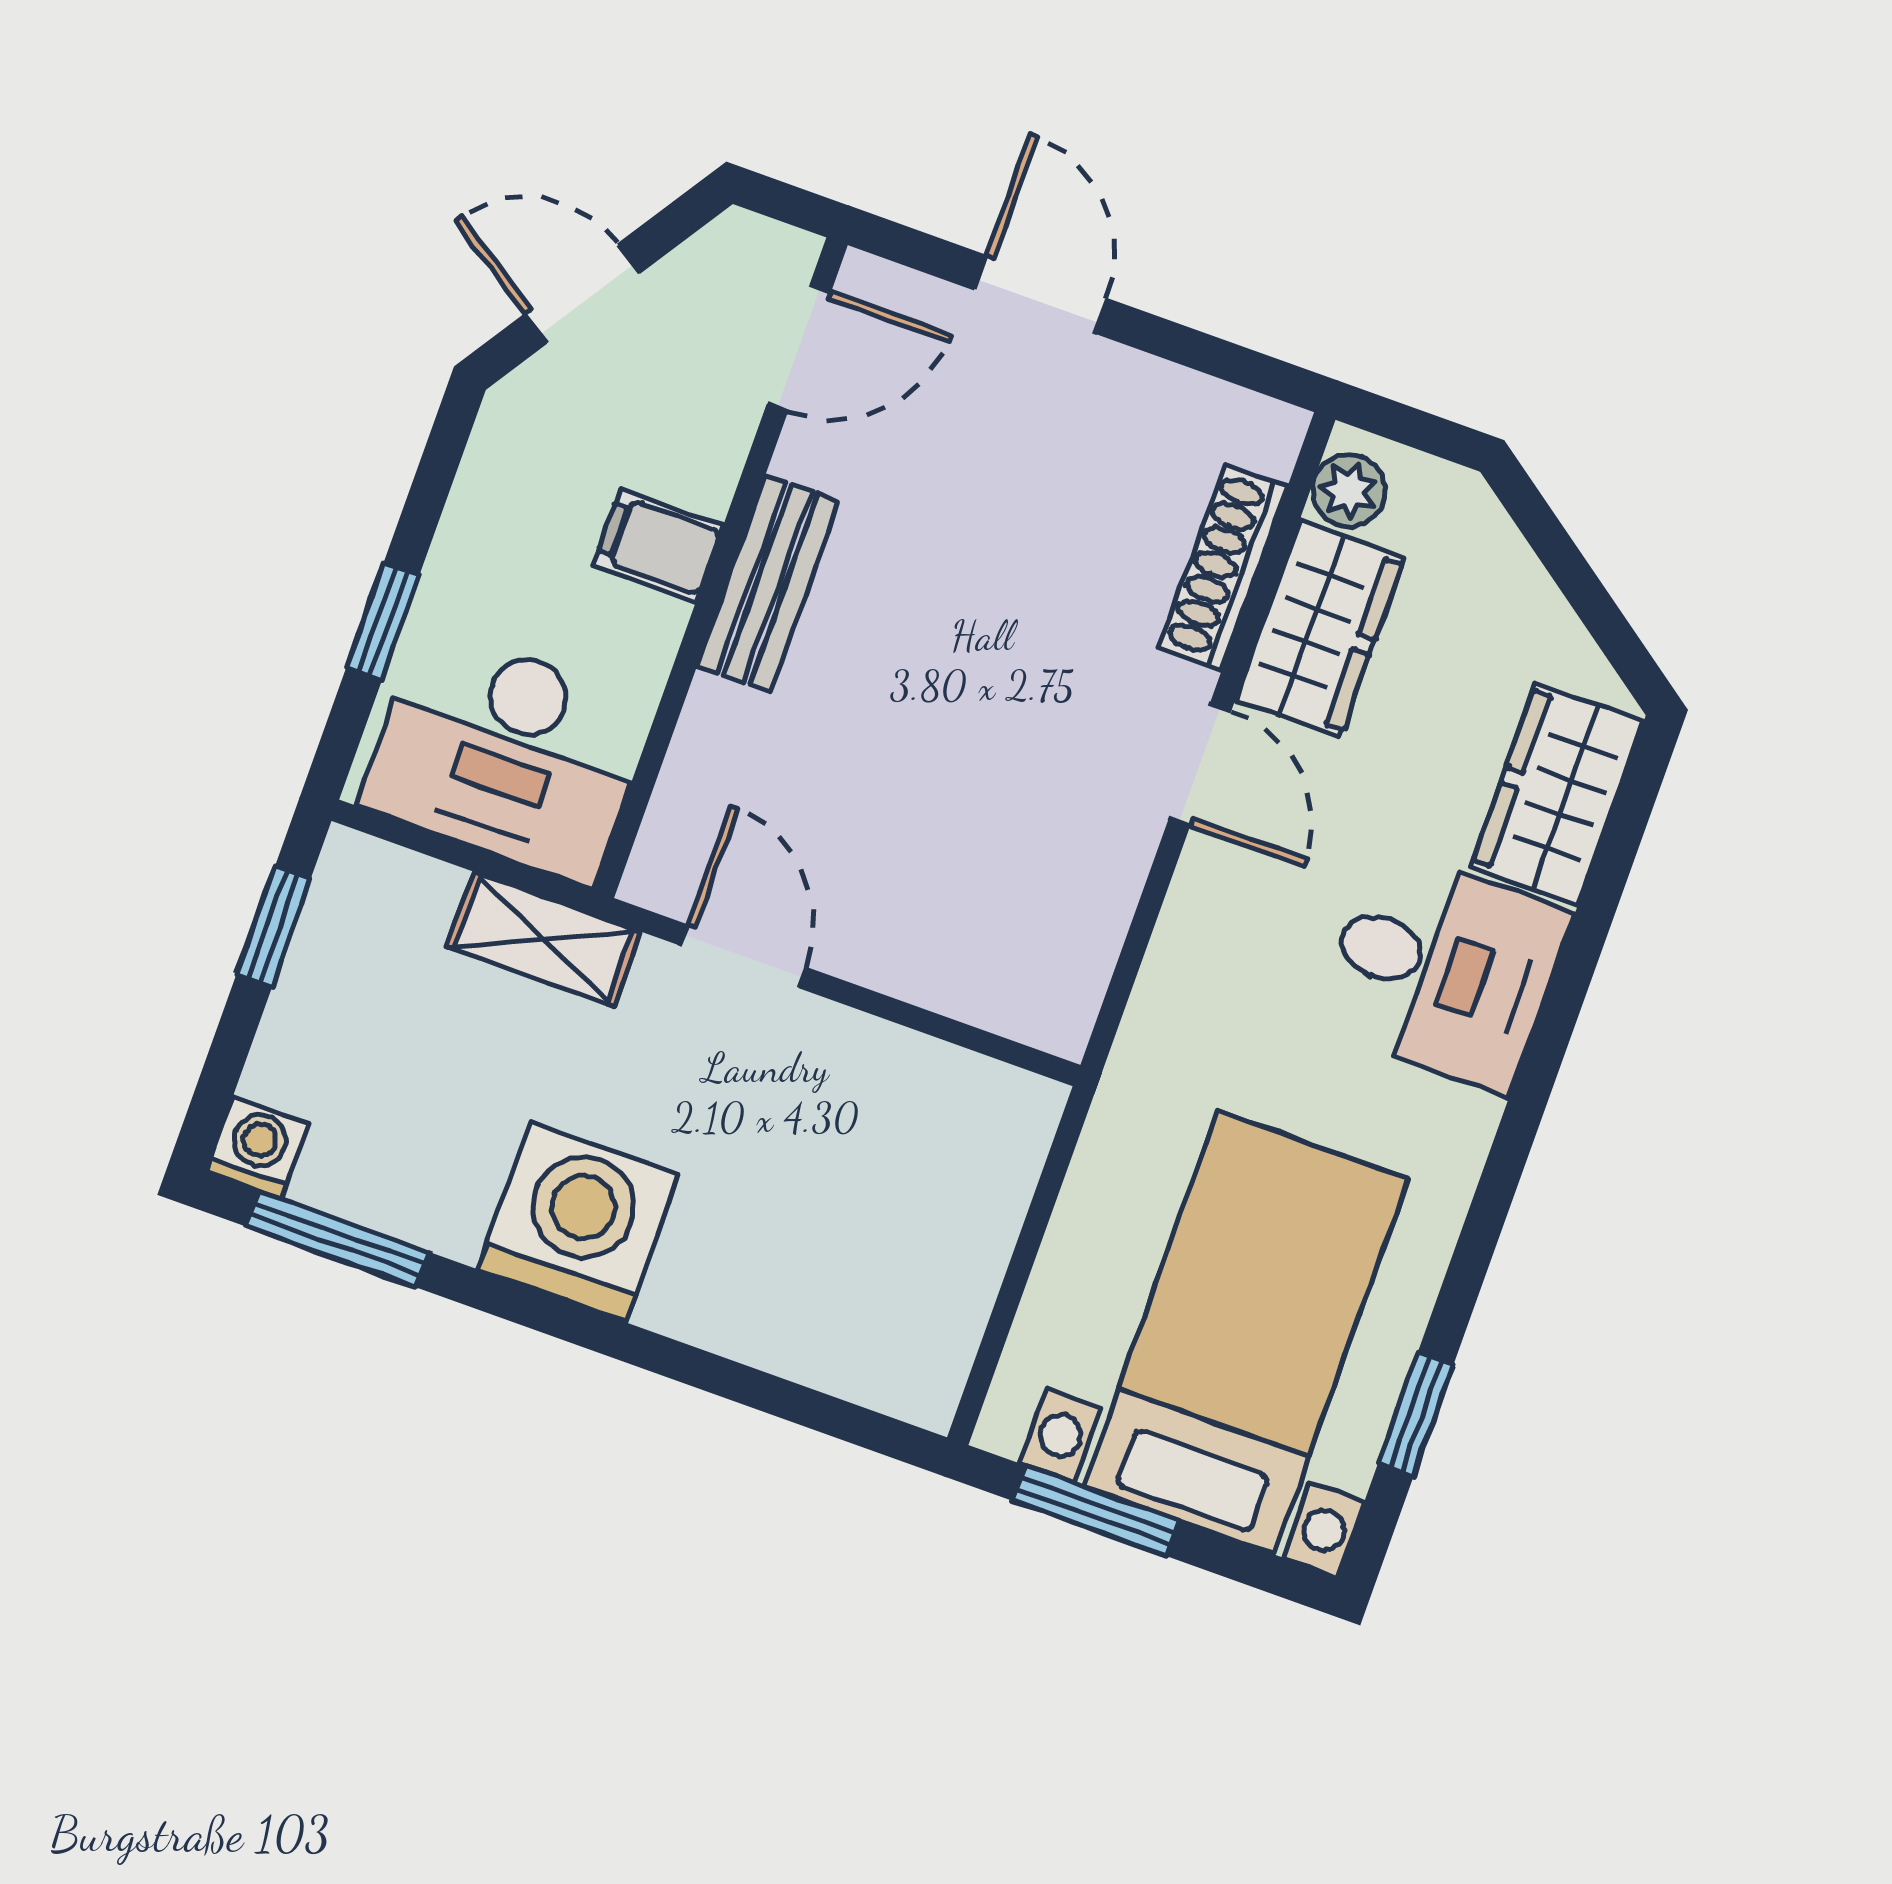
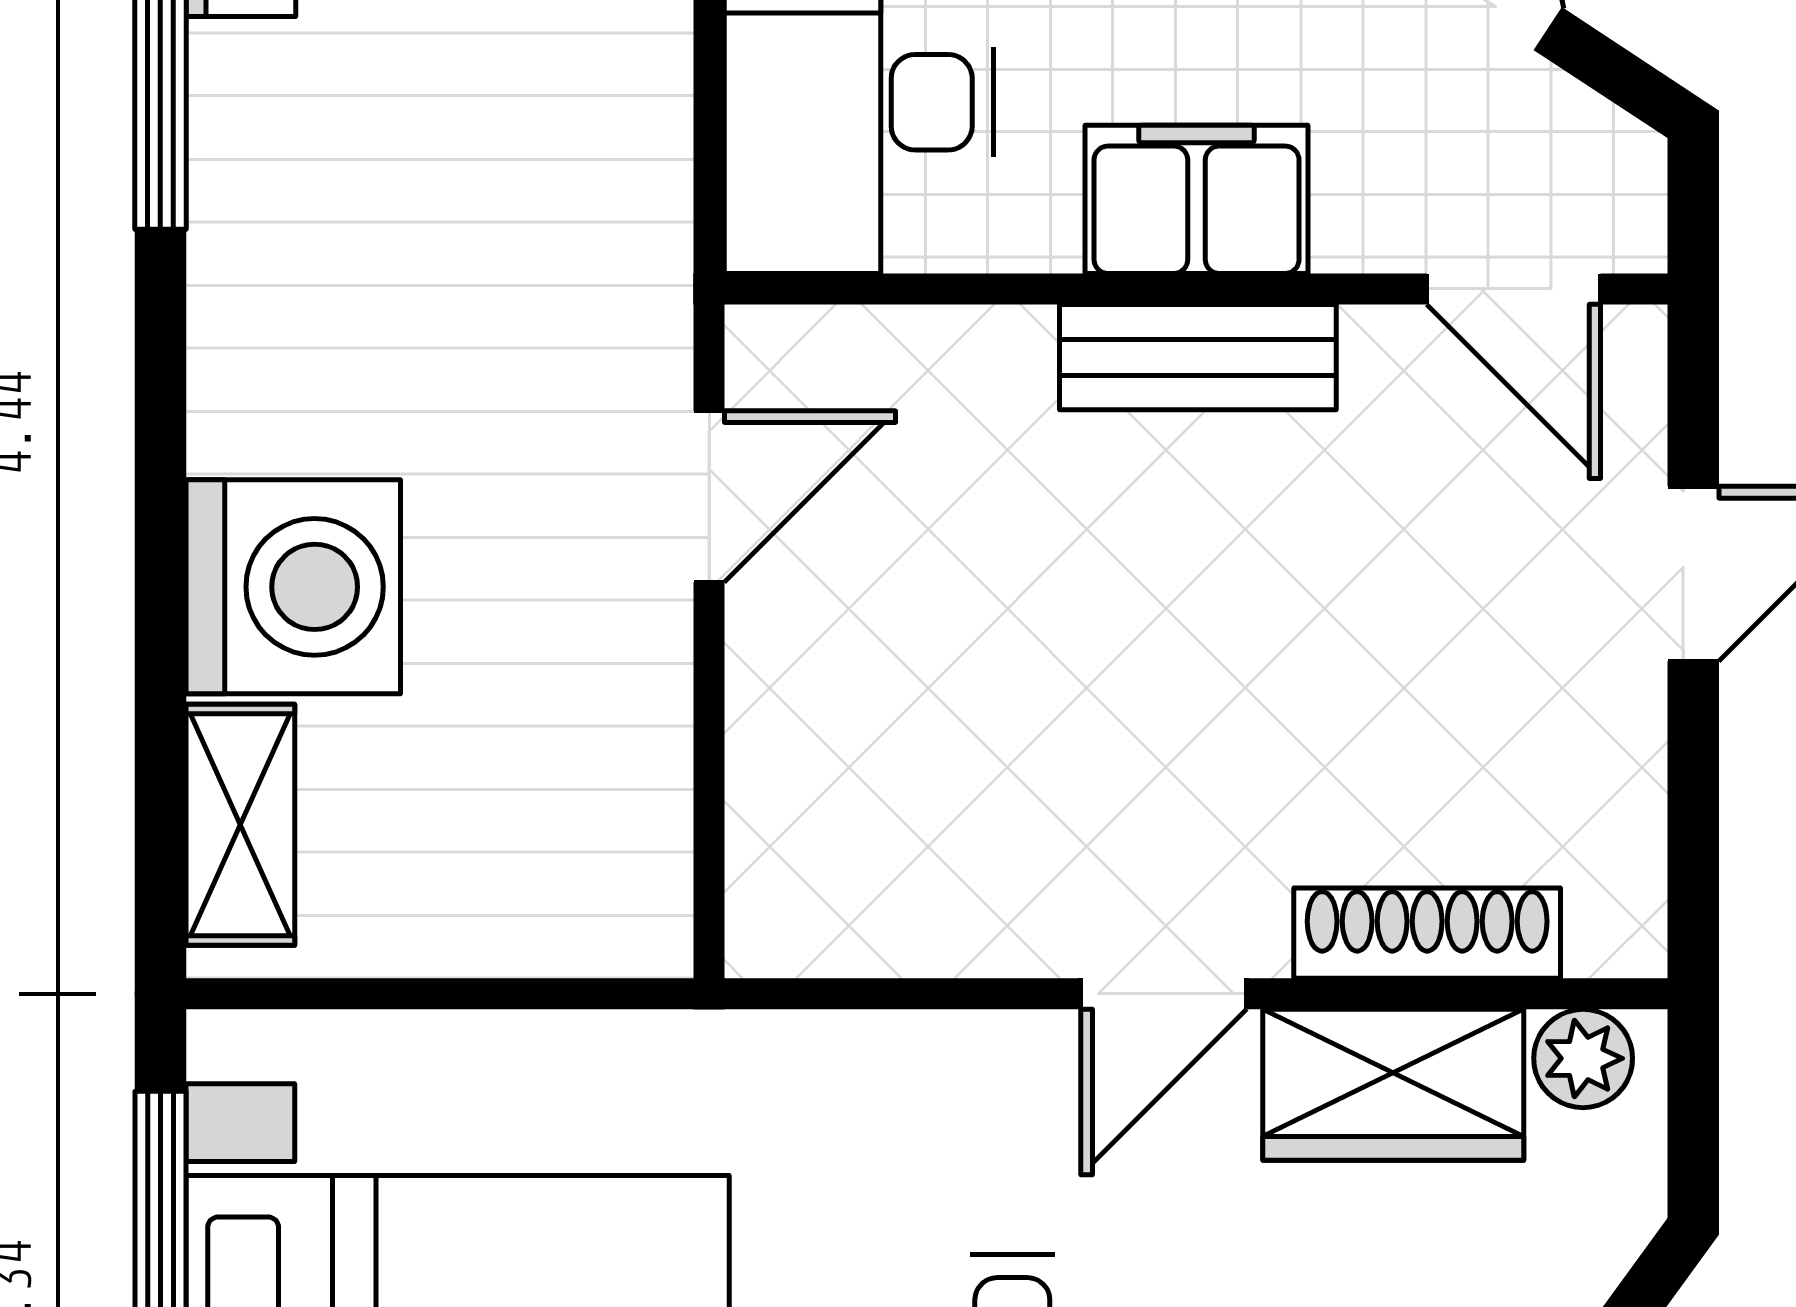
filing cabinet: (658, 545) -> (1197, 199), width x2.00
shelving: (544, 939) -> (240, 825), moved
washing machine: (578, 1222) -> (293, 587), moved

